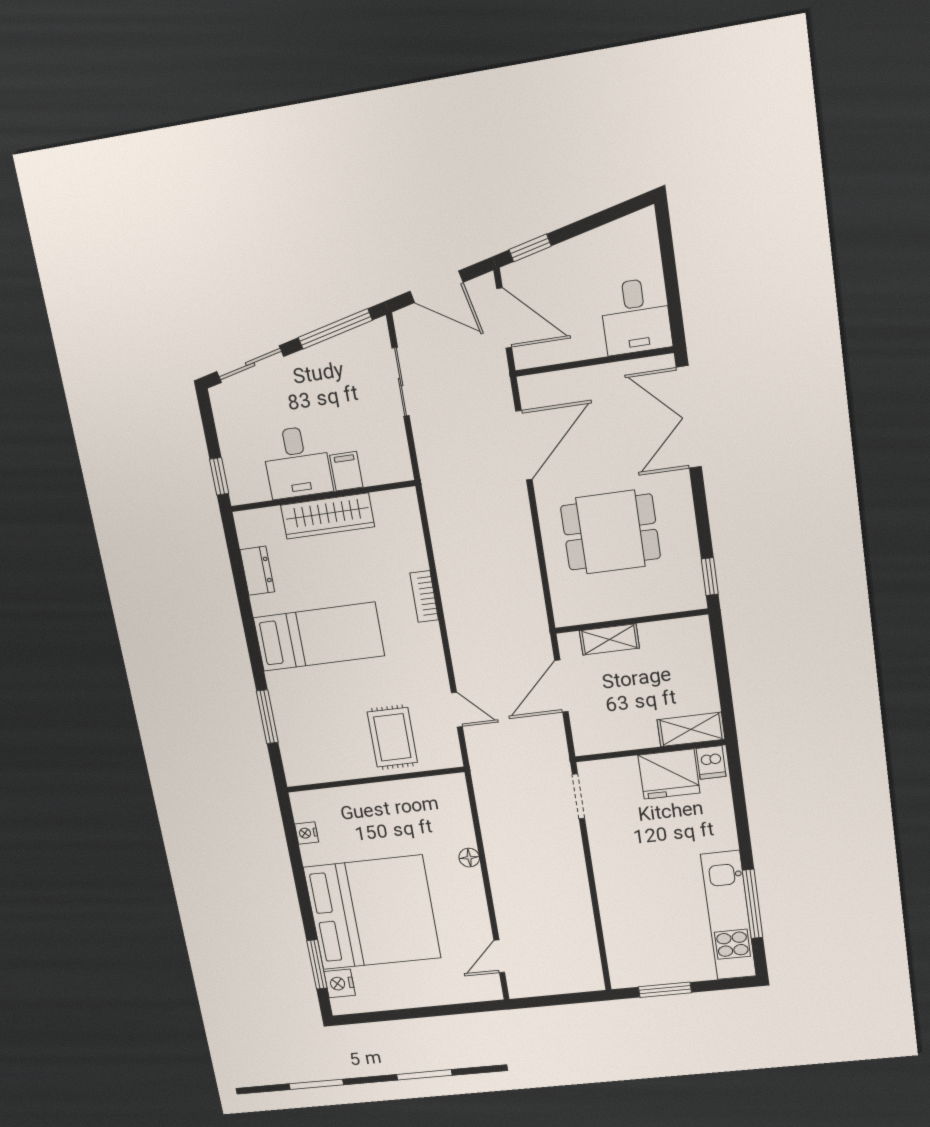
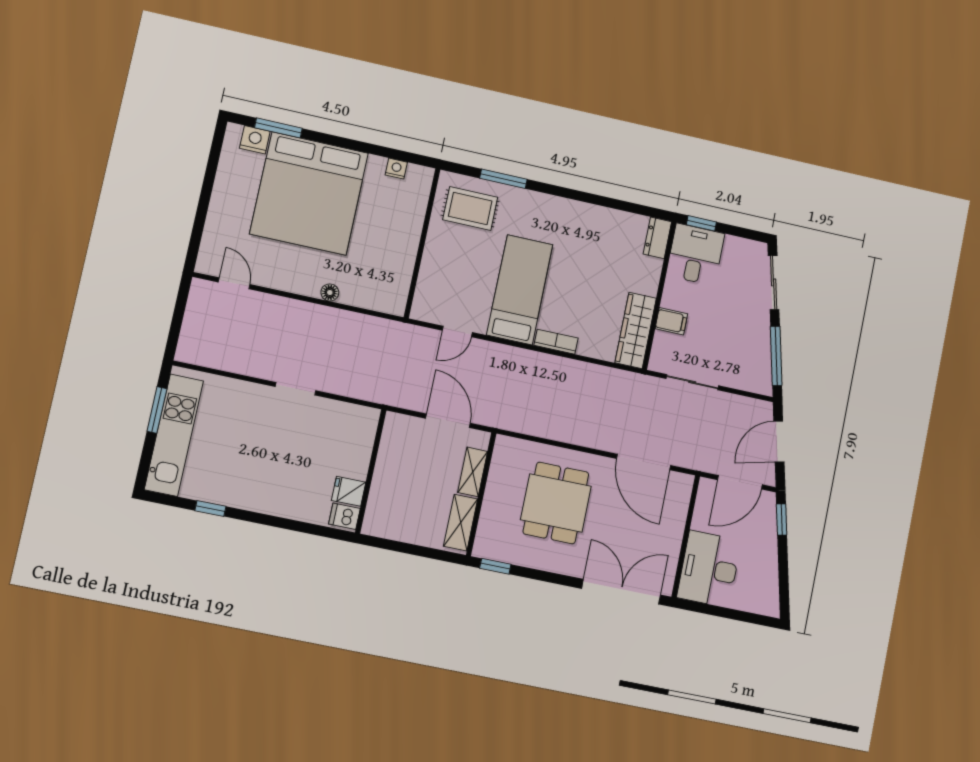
desk: (636, 316) -> (709, 569), width x1.37
sliding door: (401, 382) -> (692, 382), moved
desk: (297, 462) -> (695, 254), moved, turned 90
wardrobe: (328, 516) -> (636, 330), moved
dresser: (257, 571) -> (657, 238), moved, turned 90
bed: (319, 637) -> (520, 290), moved, turned 180
shelving: (691, 729) -> (461, 523), moved
rug: (392, 737) -> (470, 209), moved
fridge: (669, 774) -> (349, 491), width x0.53, depth x0.75
doorway: (578, 796) -> (296, 389), moved
window: (753, 904) -> (210, 509), width x0.46
kitchen unit: (729, 915) -> (174, 435), moved, turned 90

